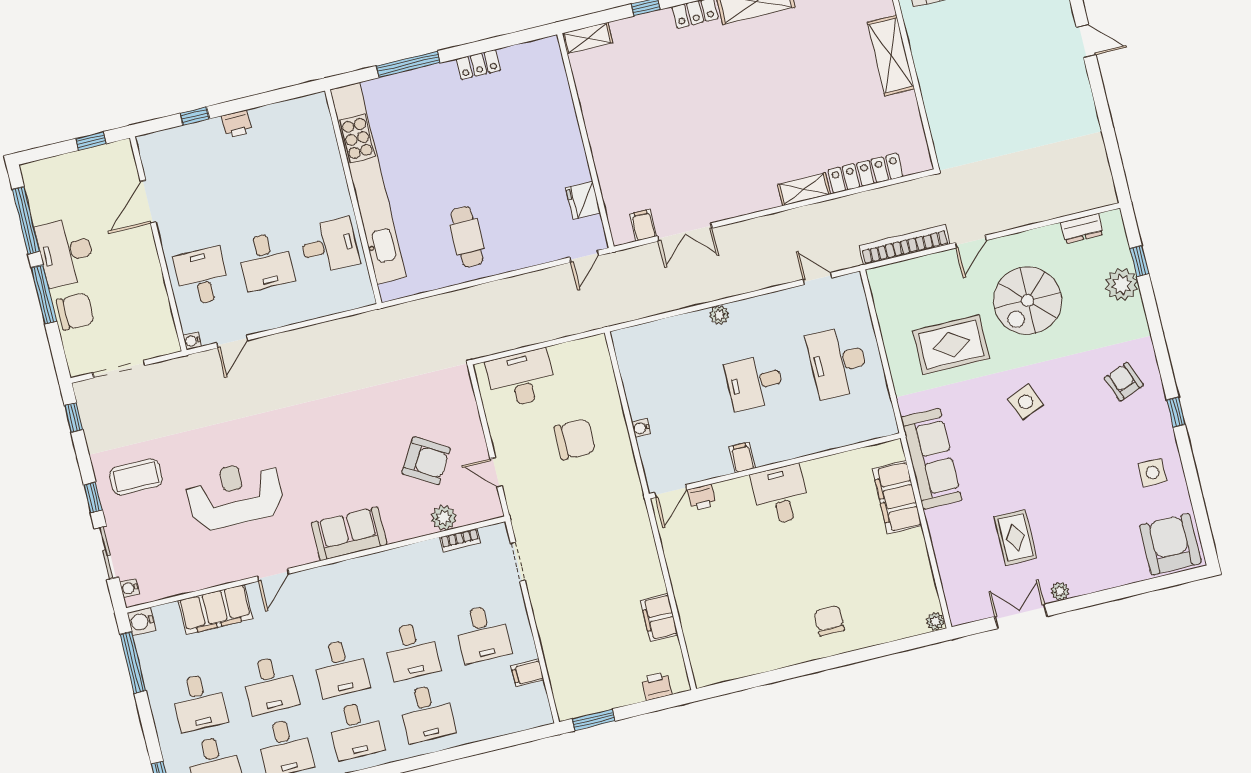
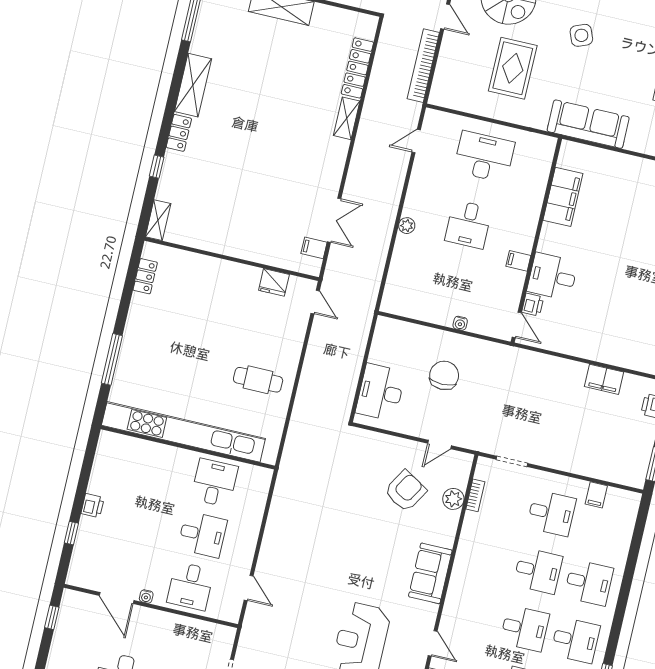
locker: (478, 65) -> (145, 276), moved
desk: (202, 276) -> (190, 586), turned -90
water cooler: (192, 341) -> (146, 596), moved
desk: (838, 362) -> (484, 157), turned 180
desk: (781, 495) -> (552, 277), moved
filing cabinet: (897, 497) -> (563, 197), moved, turned -90

